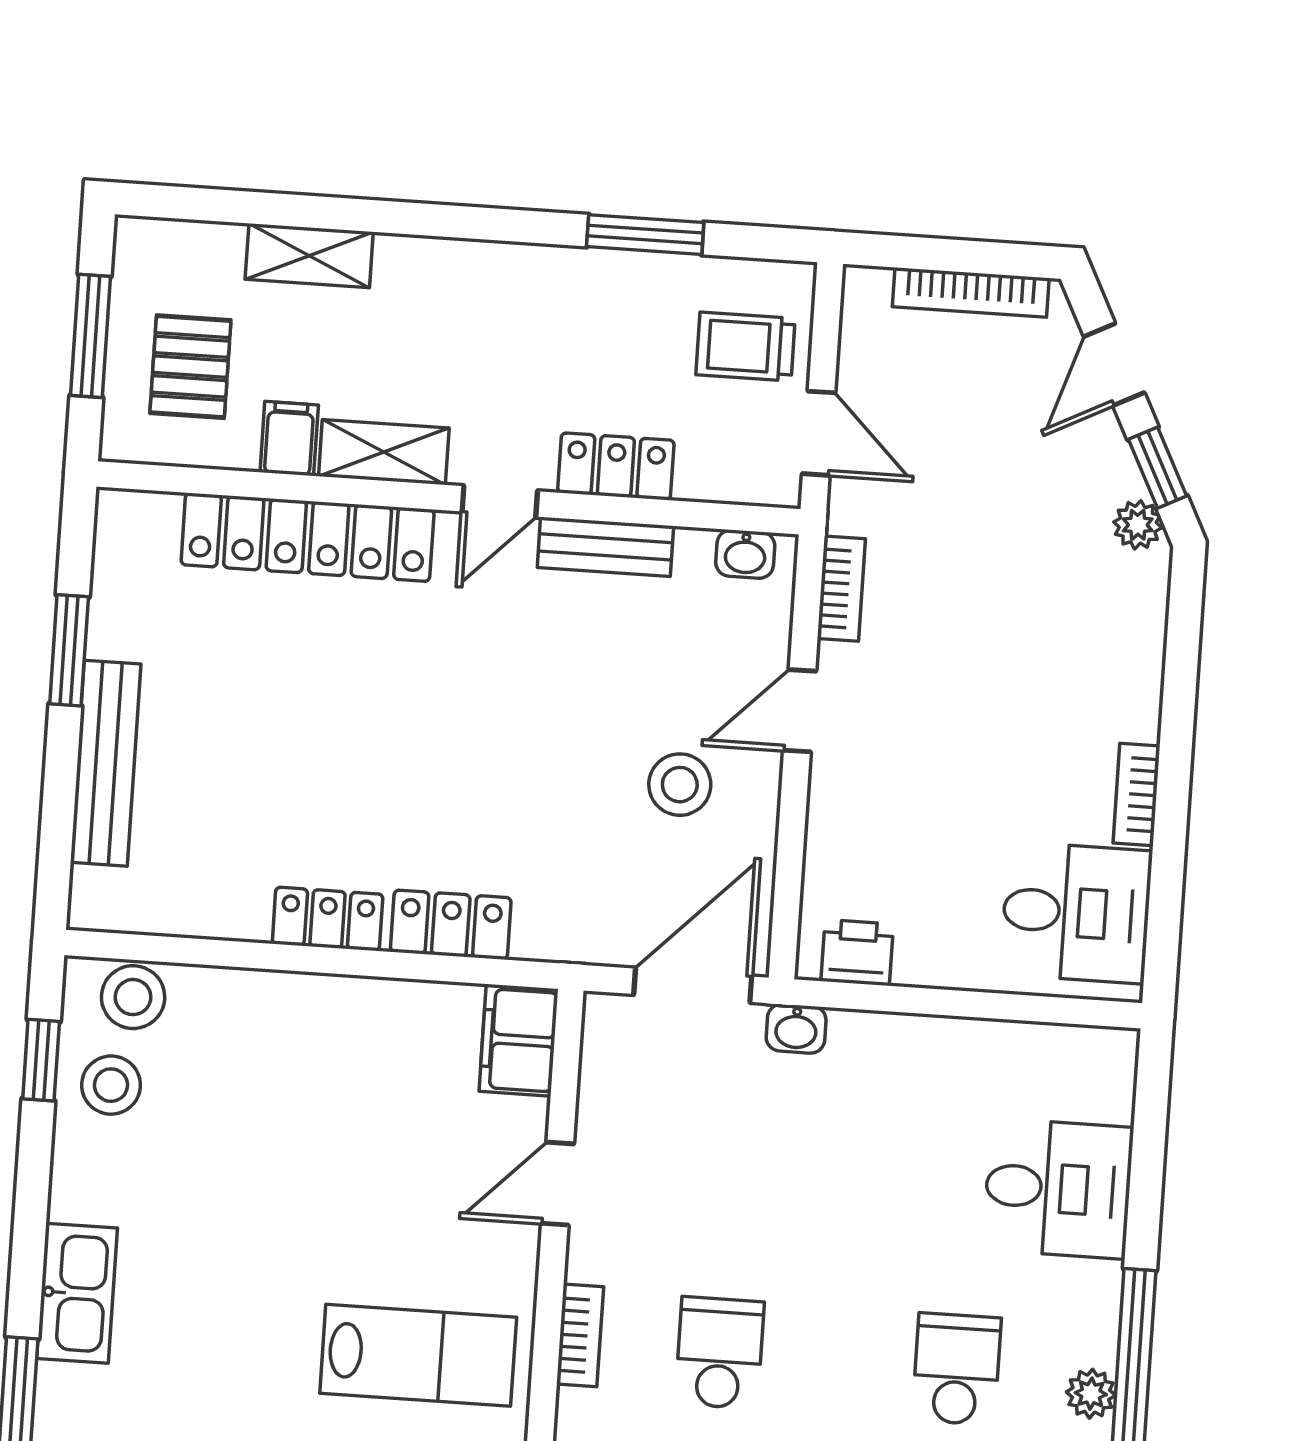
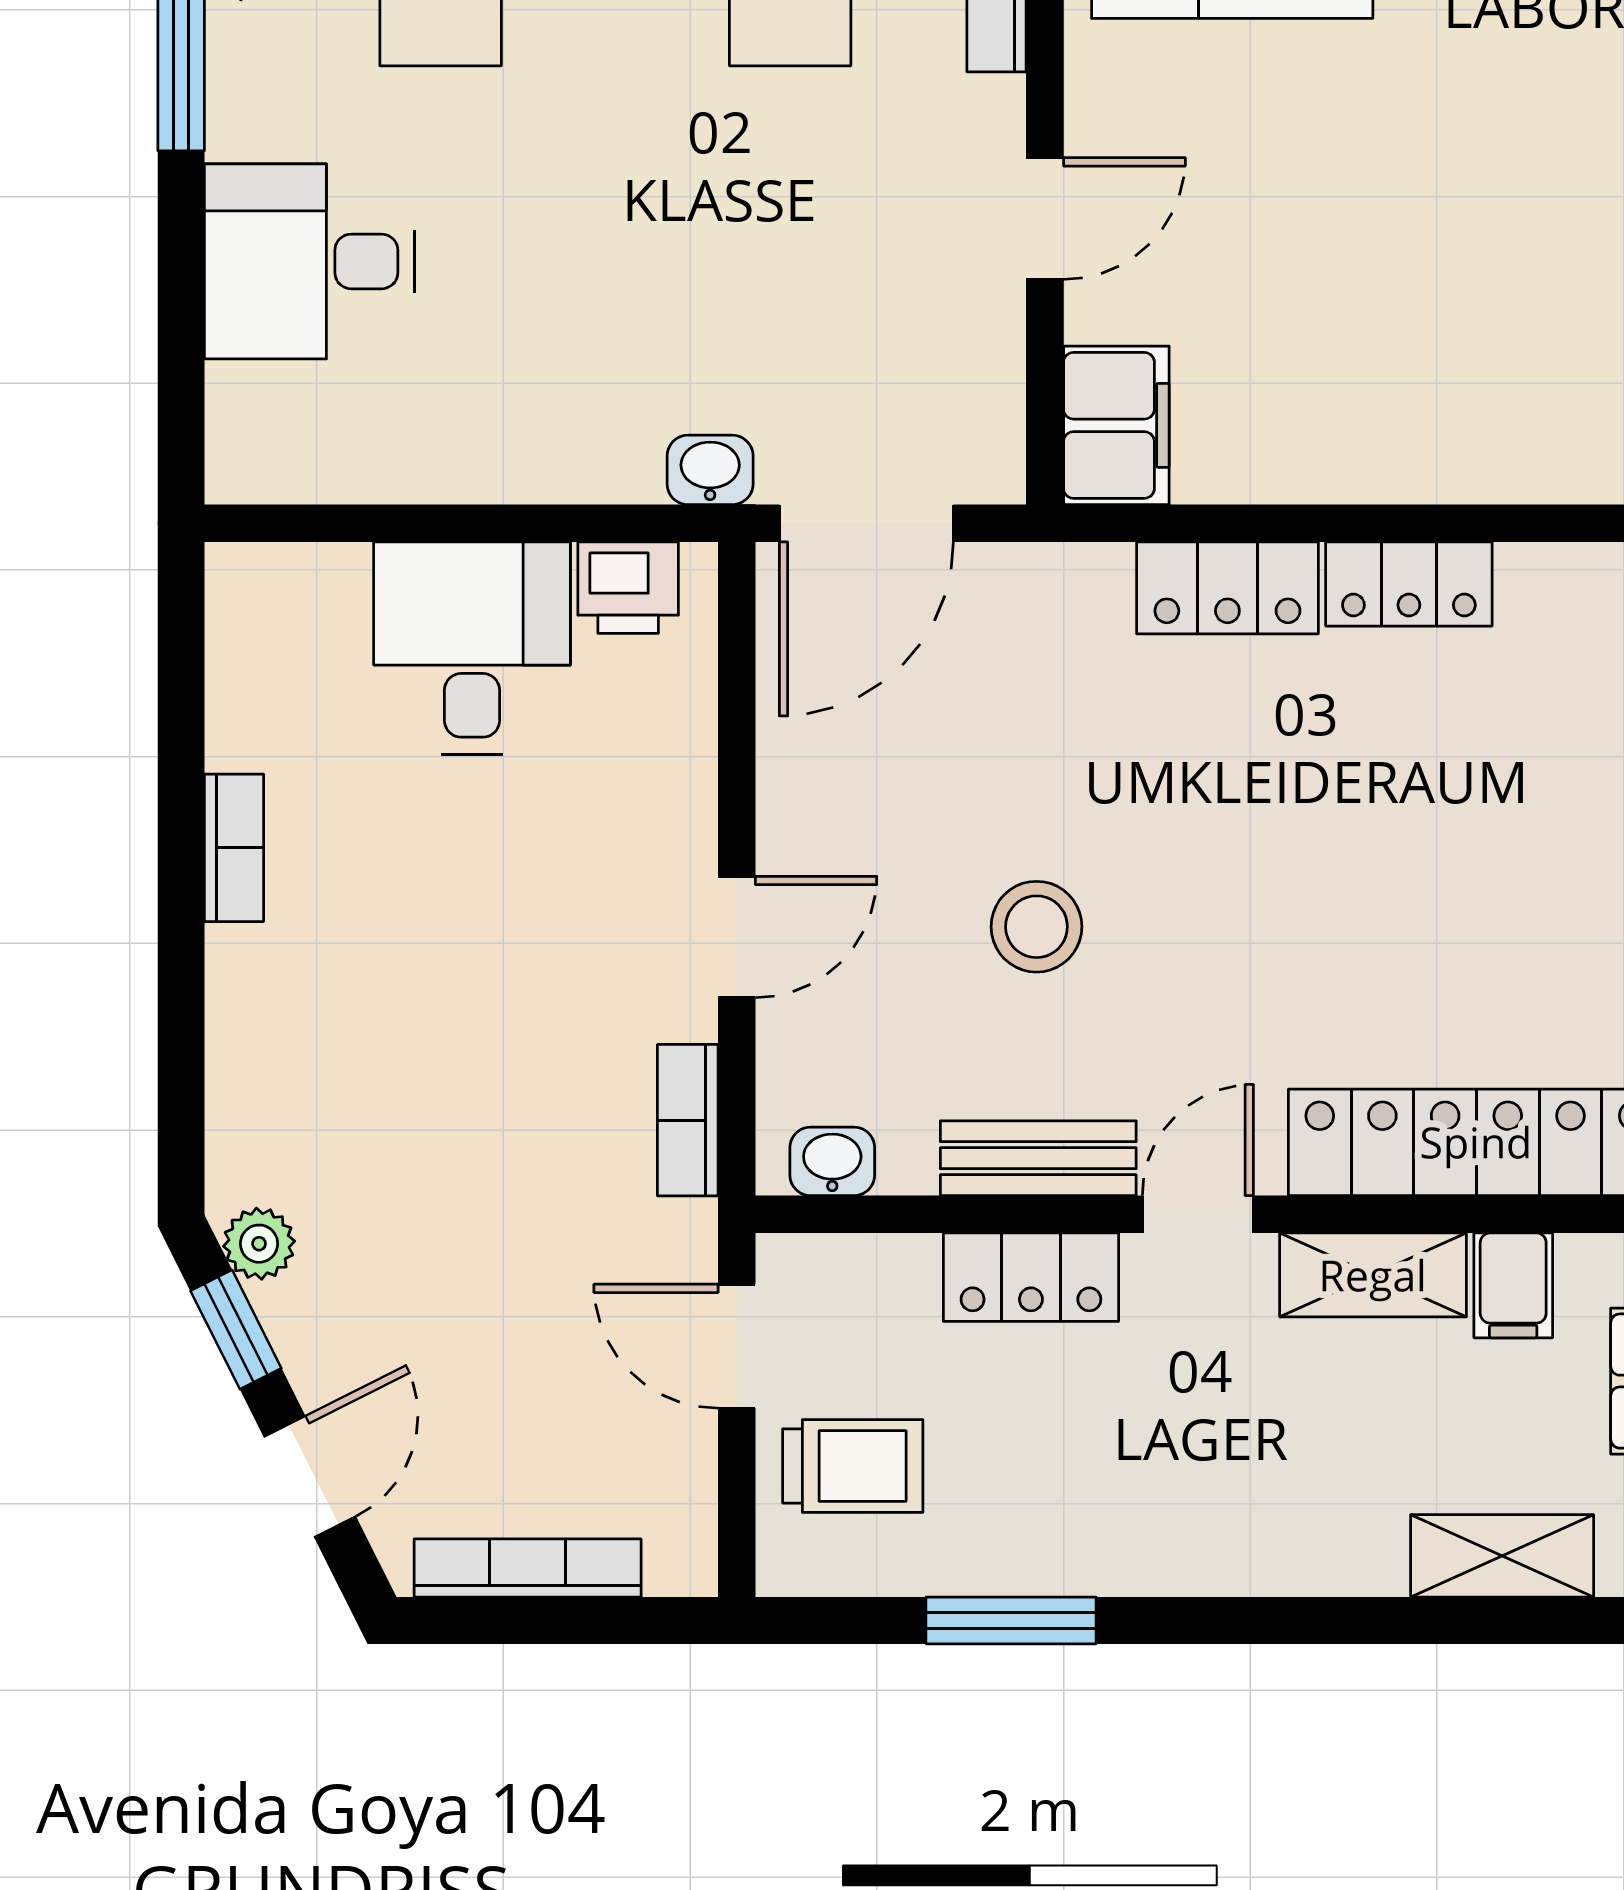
stool: (680, 785) -> (1036, 927), moved
desk: (1076, 913) -> (472, 648), moved, turned 90

